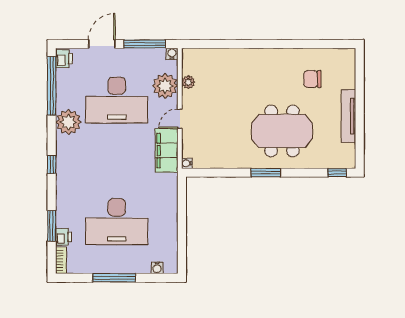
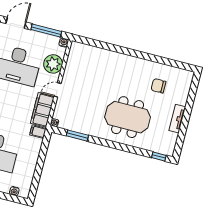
plant: (188, 82) -> (70, 66), removed
tv unit: (348, 116) -> (177, 119), width x0.71
window: (266, 173) -> (77, 136), moved
filing cabinet: (168, 181) -> (38, 132), added

